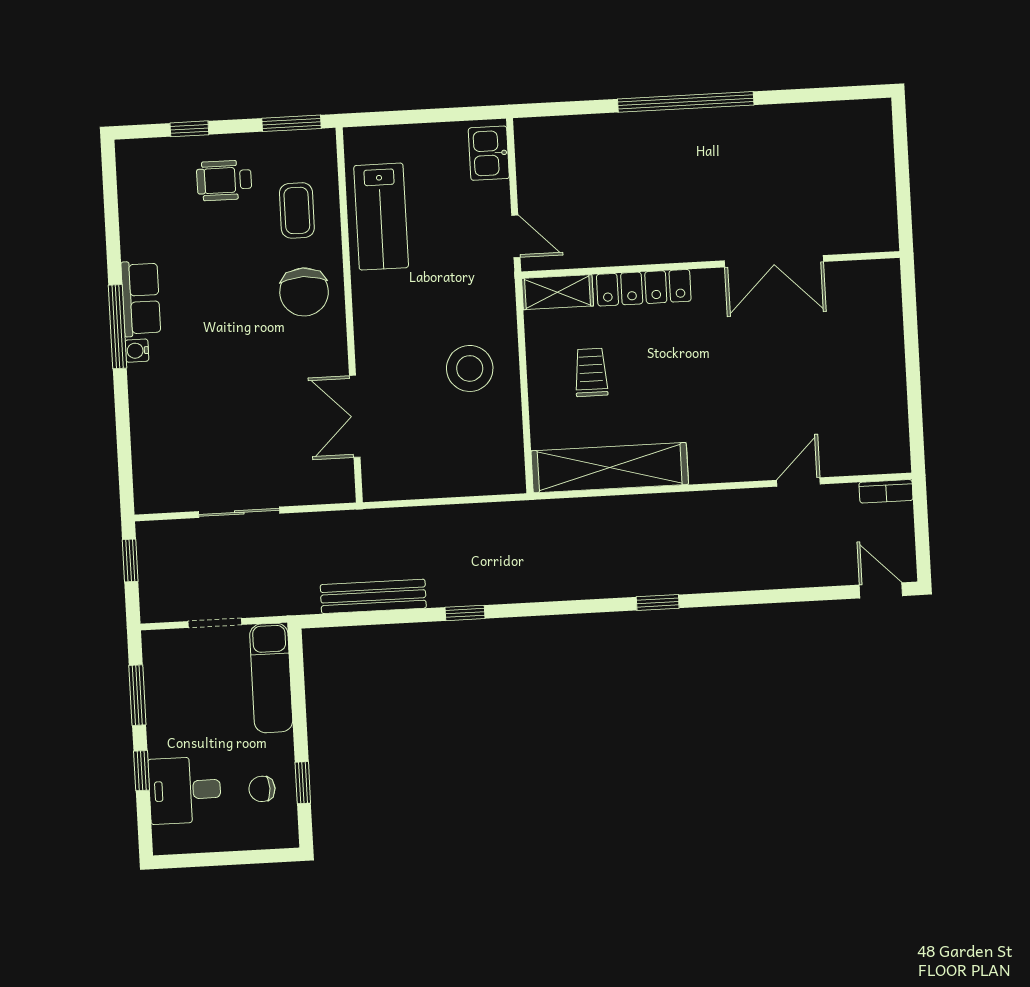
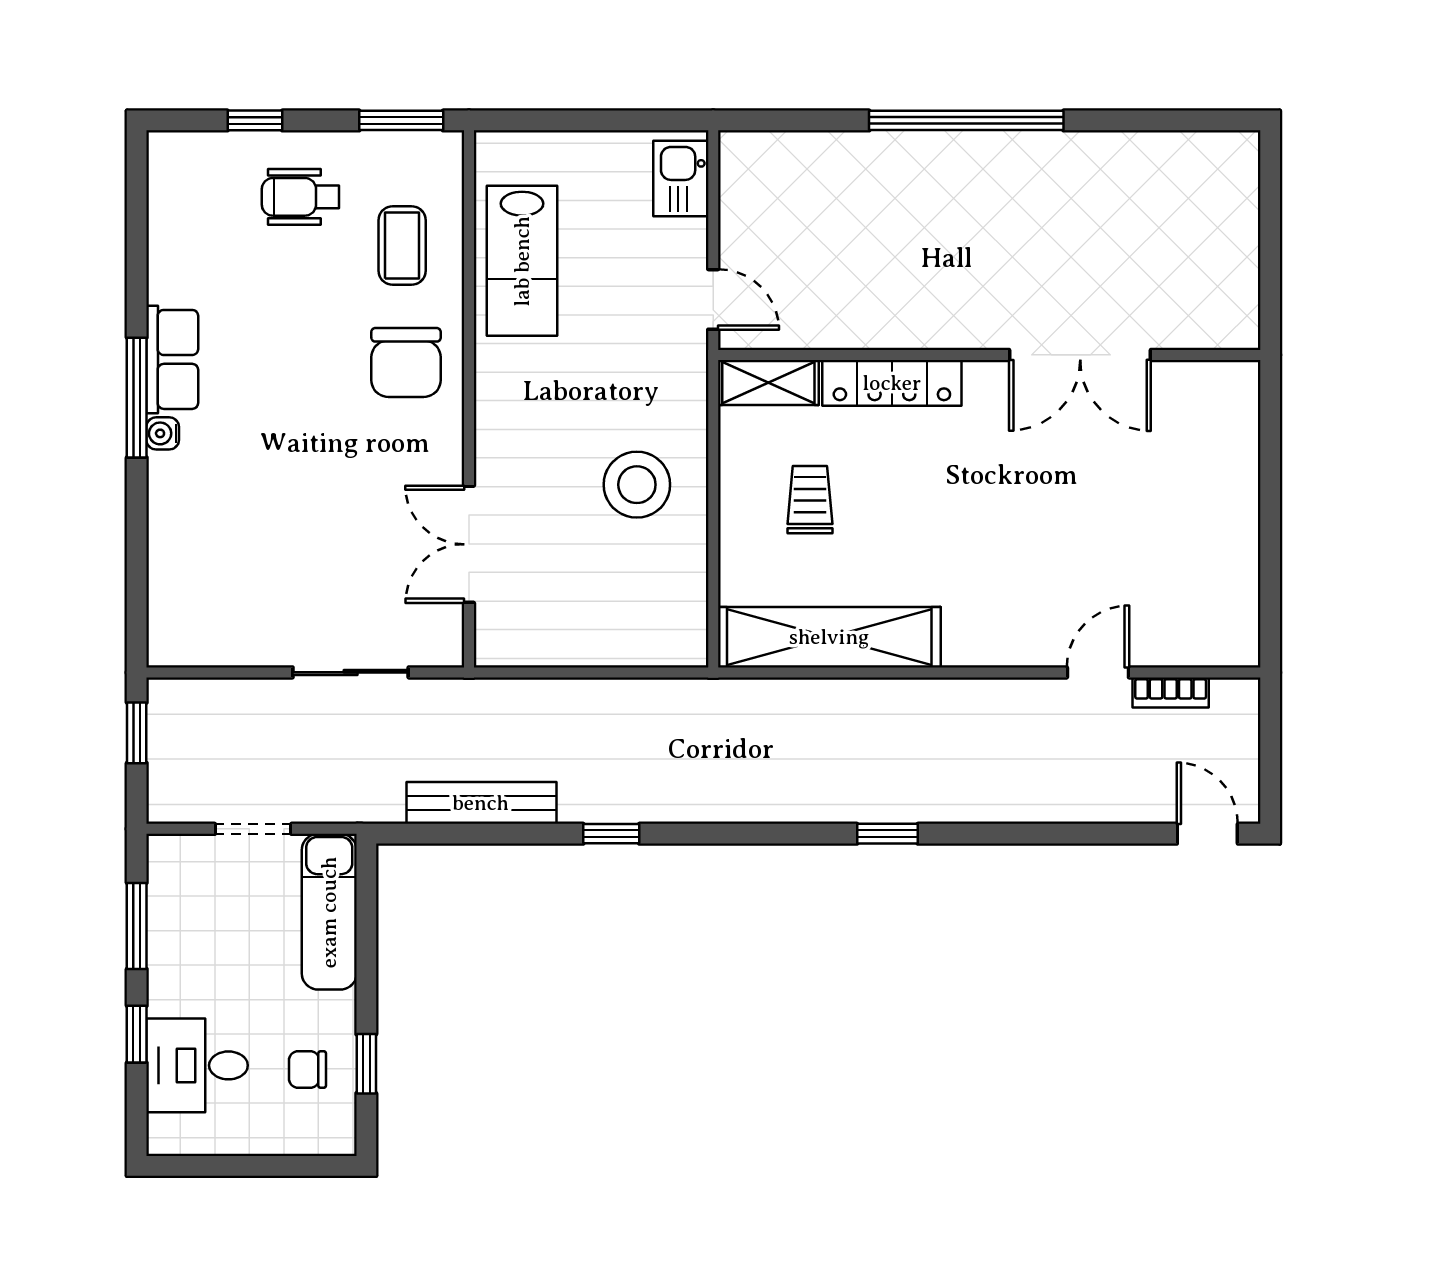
bookcase: (886, 491) -> (1171, 693), moved
sliding door: (239, 512) -> (351, 672), moved

